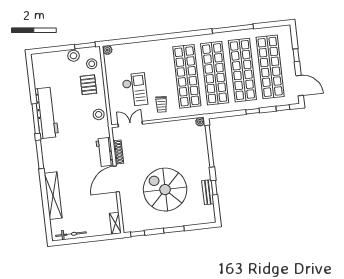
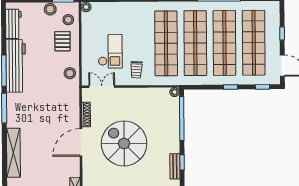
workbench: (105, 152) -> (13, 24), moved, turned 180
spiral stairs: (165, 190) -> (124, 143), moved

